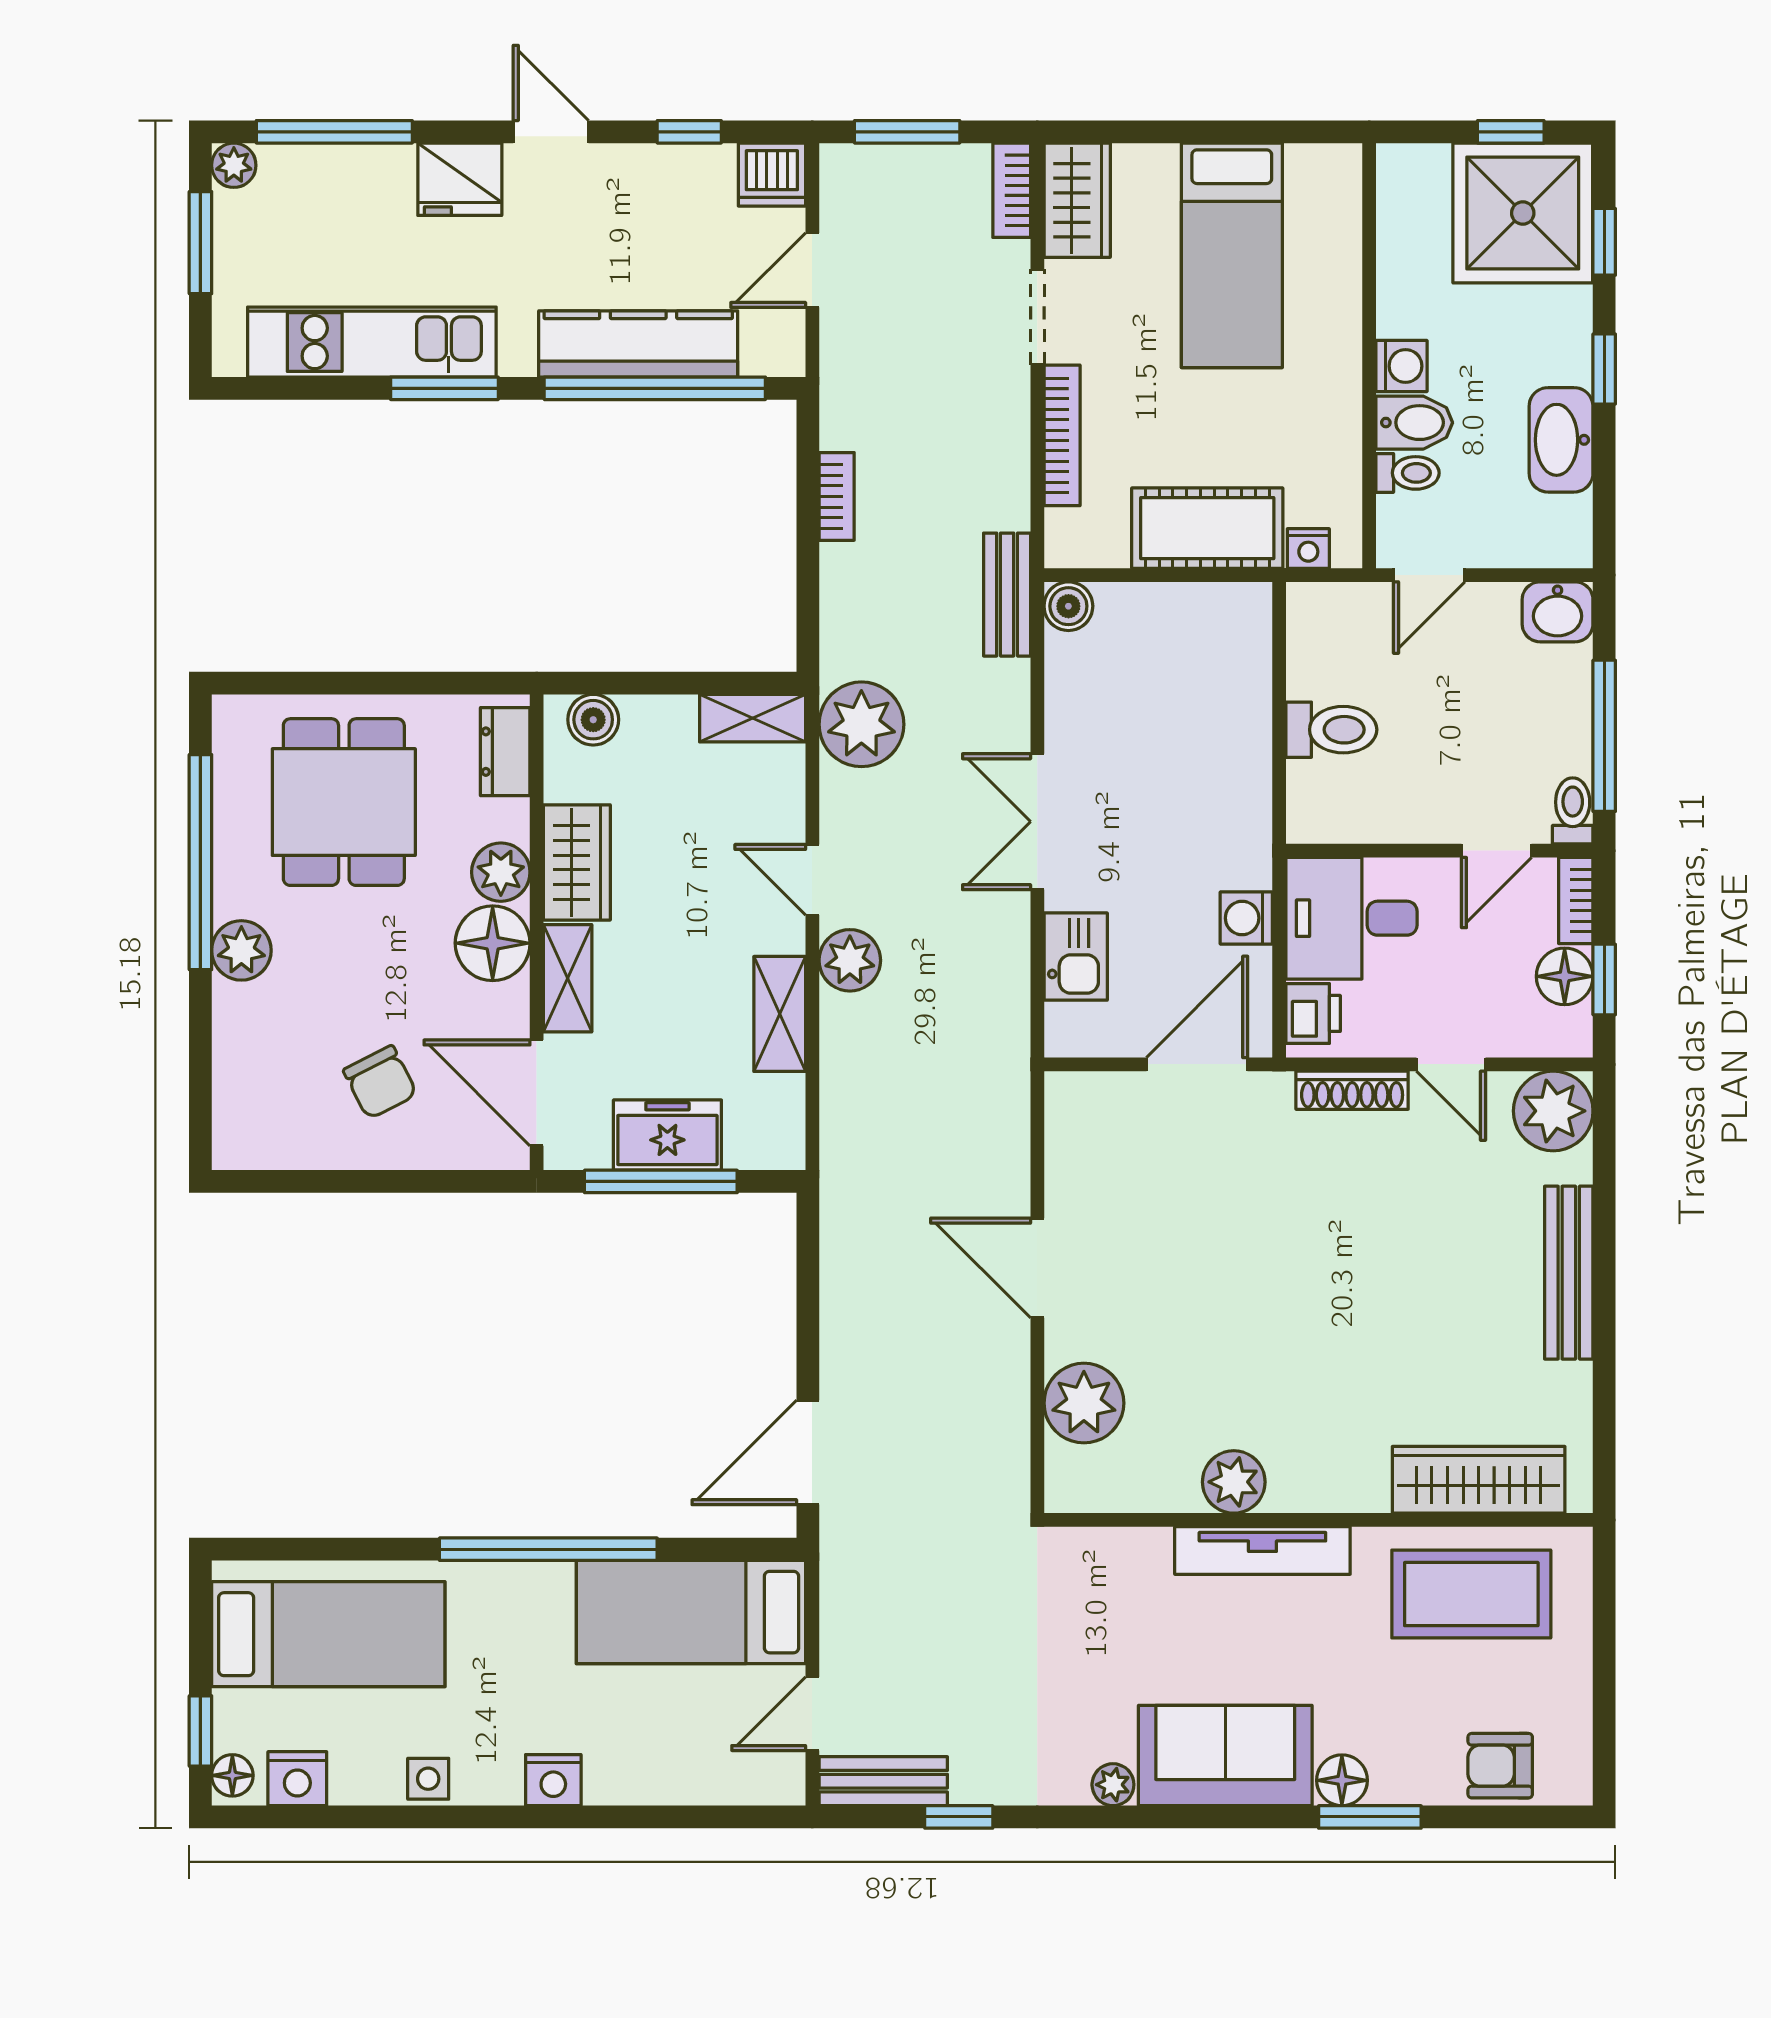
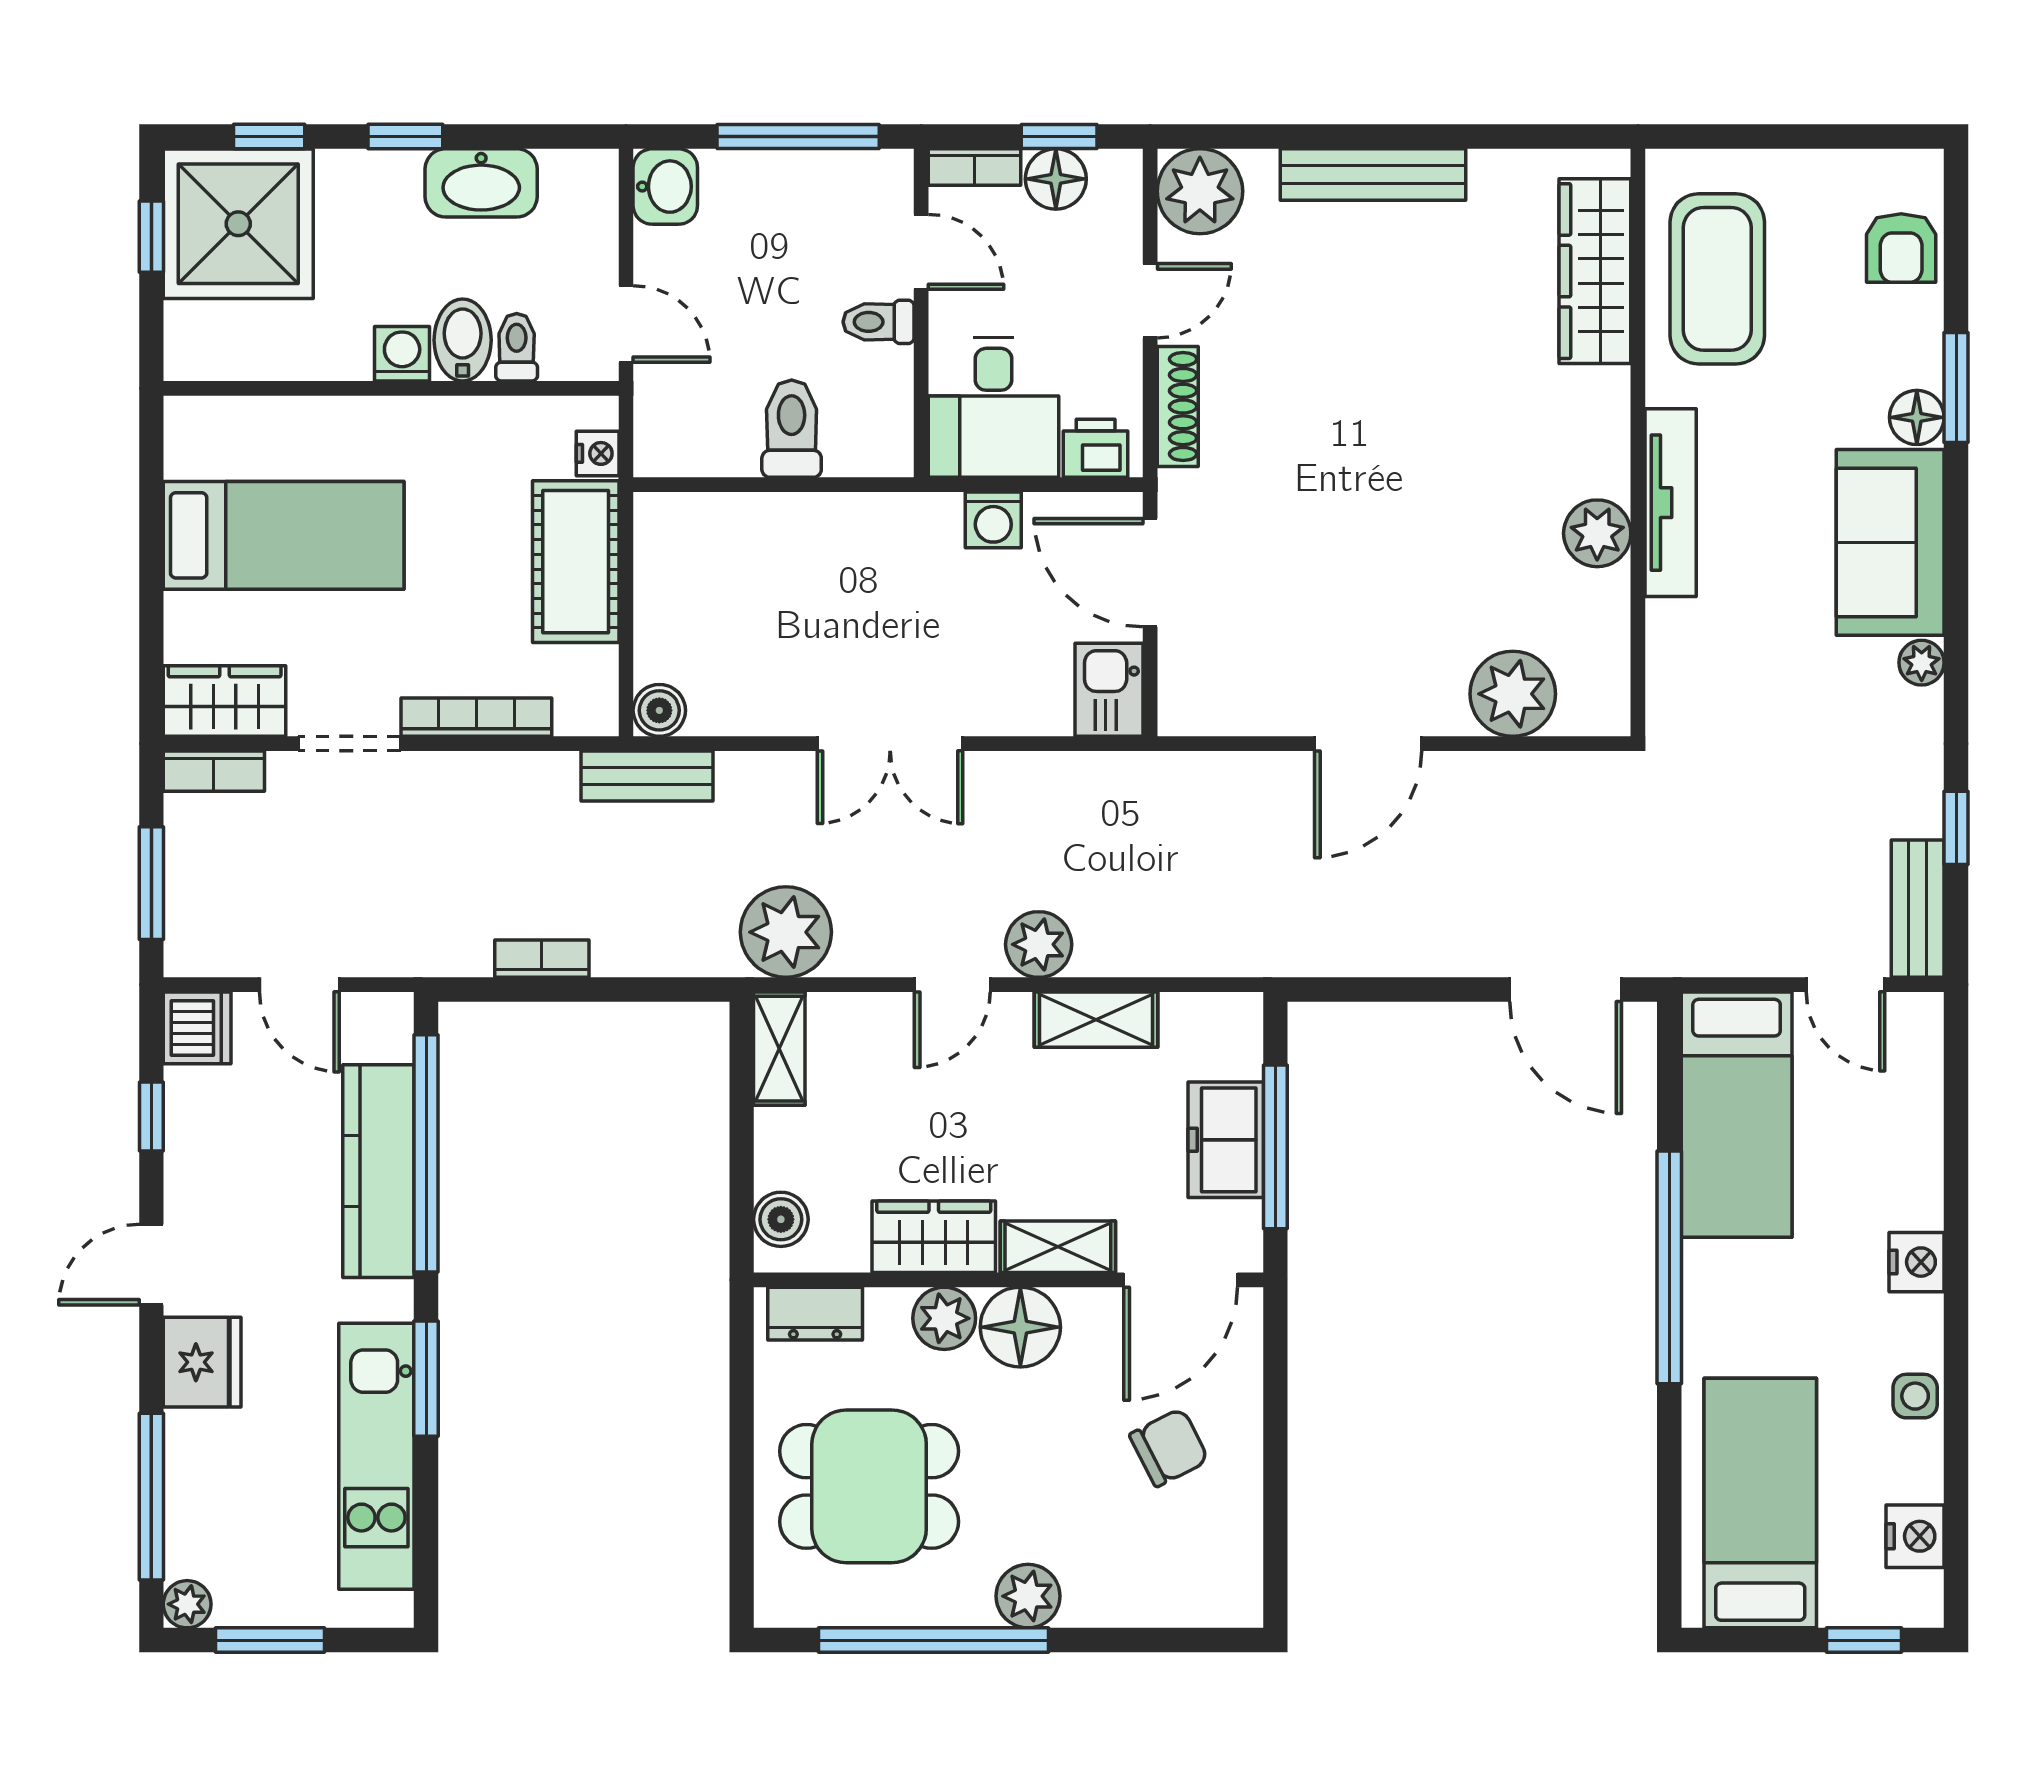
toilet: (1573, 811) -> (879, 322), moved
kitchen sink: (1076, 957) -> (1109, 690), moved, turned -90
floor lamp: (232, 1775) -> (1912, 1606), removed

